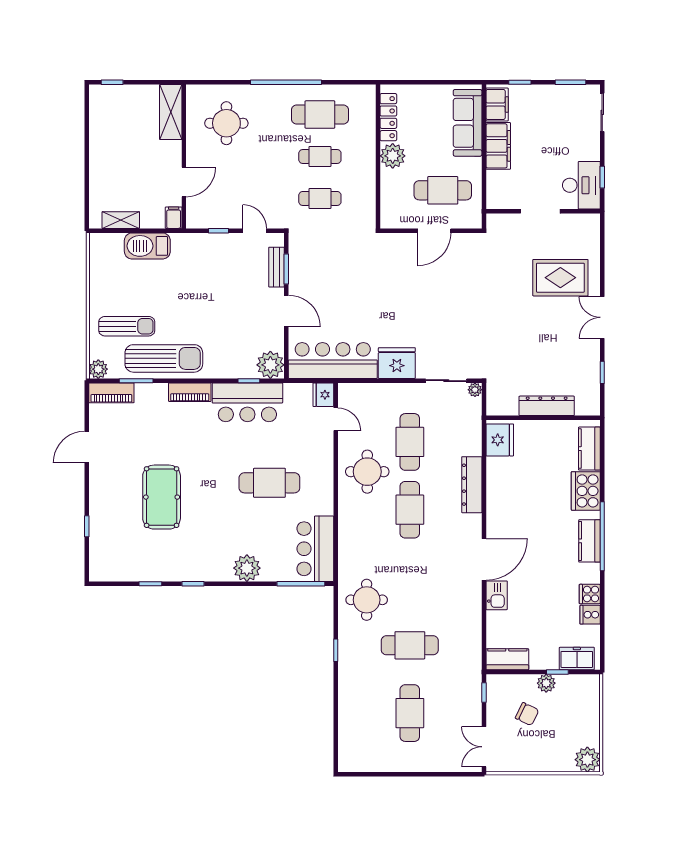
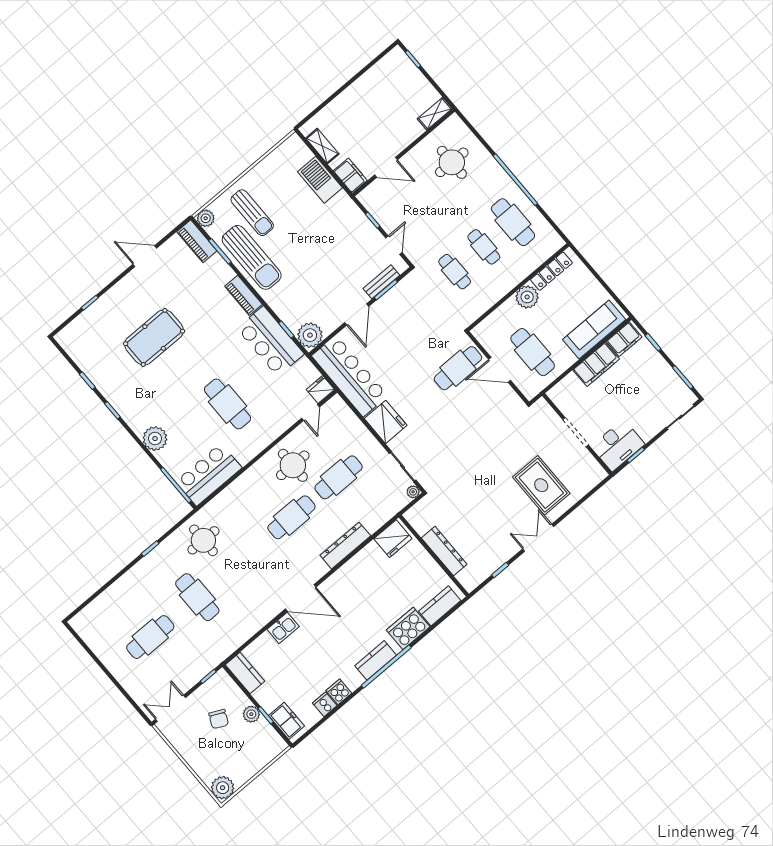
shelving: (171, 112) -> (435, 114), width x0.67, depth x0.75
filing cabinet: (174, 218) -> (350, 176), width x2.00
cafe table: (403, 264) -> (458, 368), added

